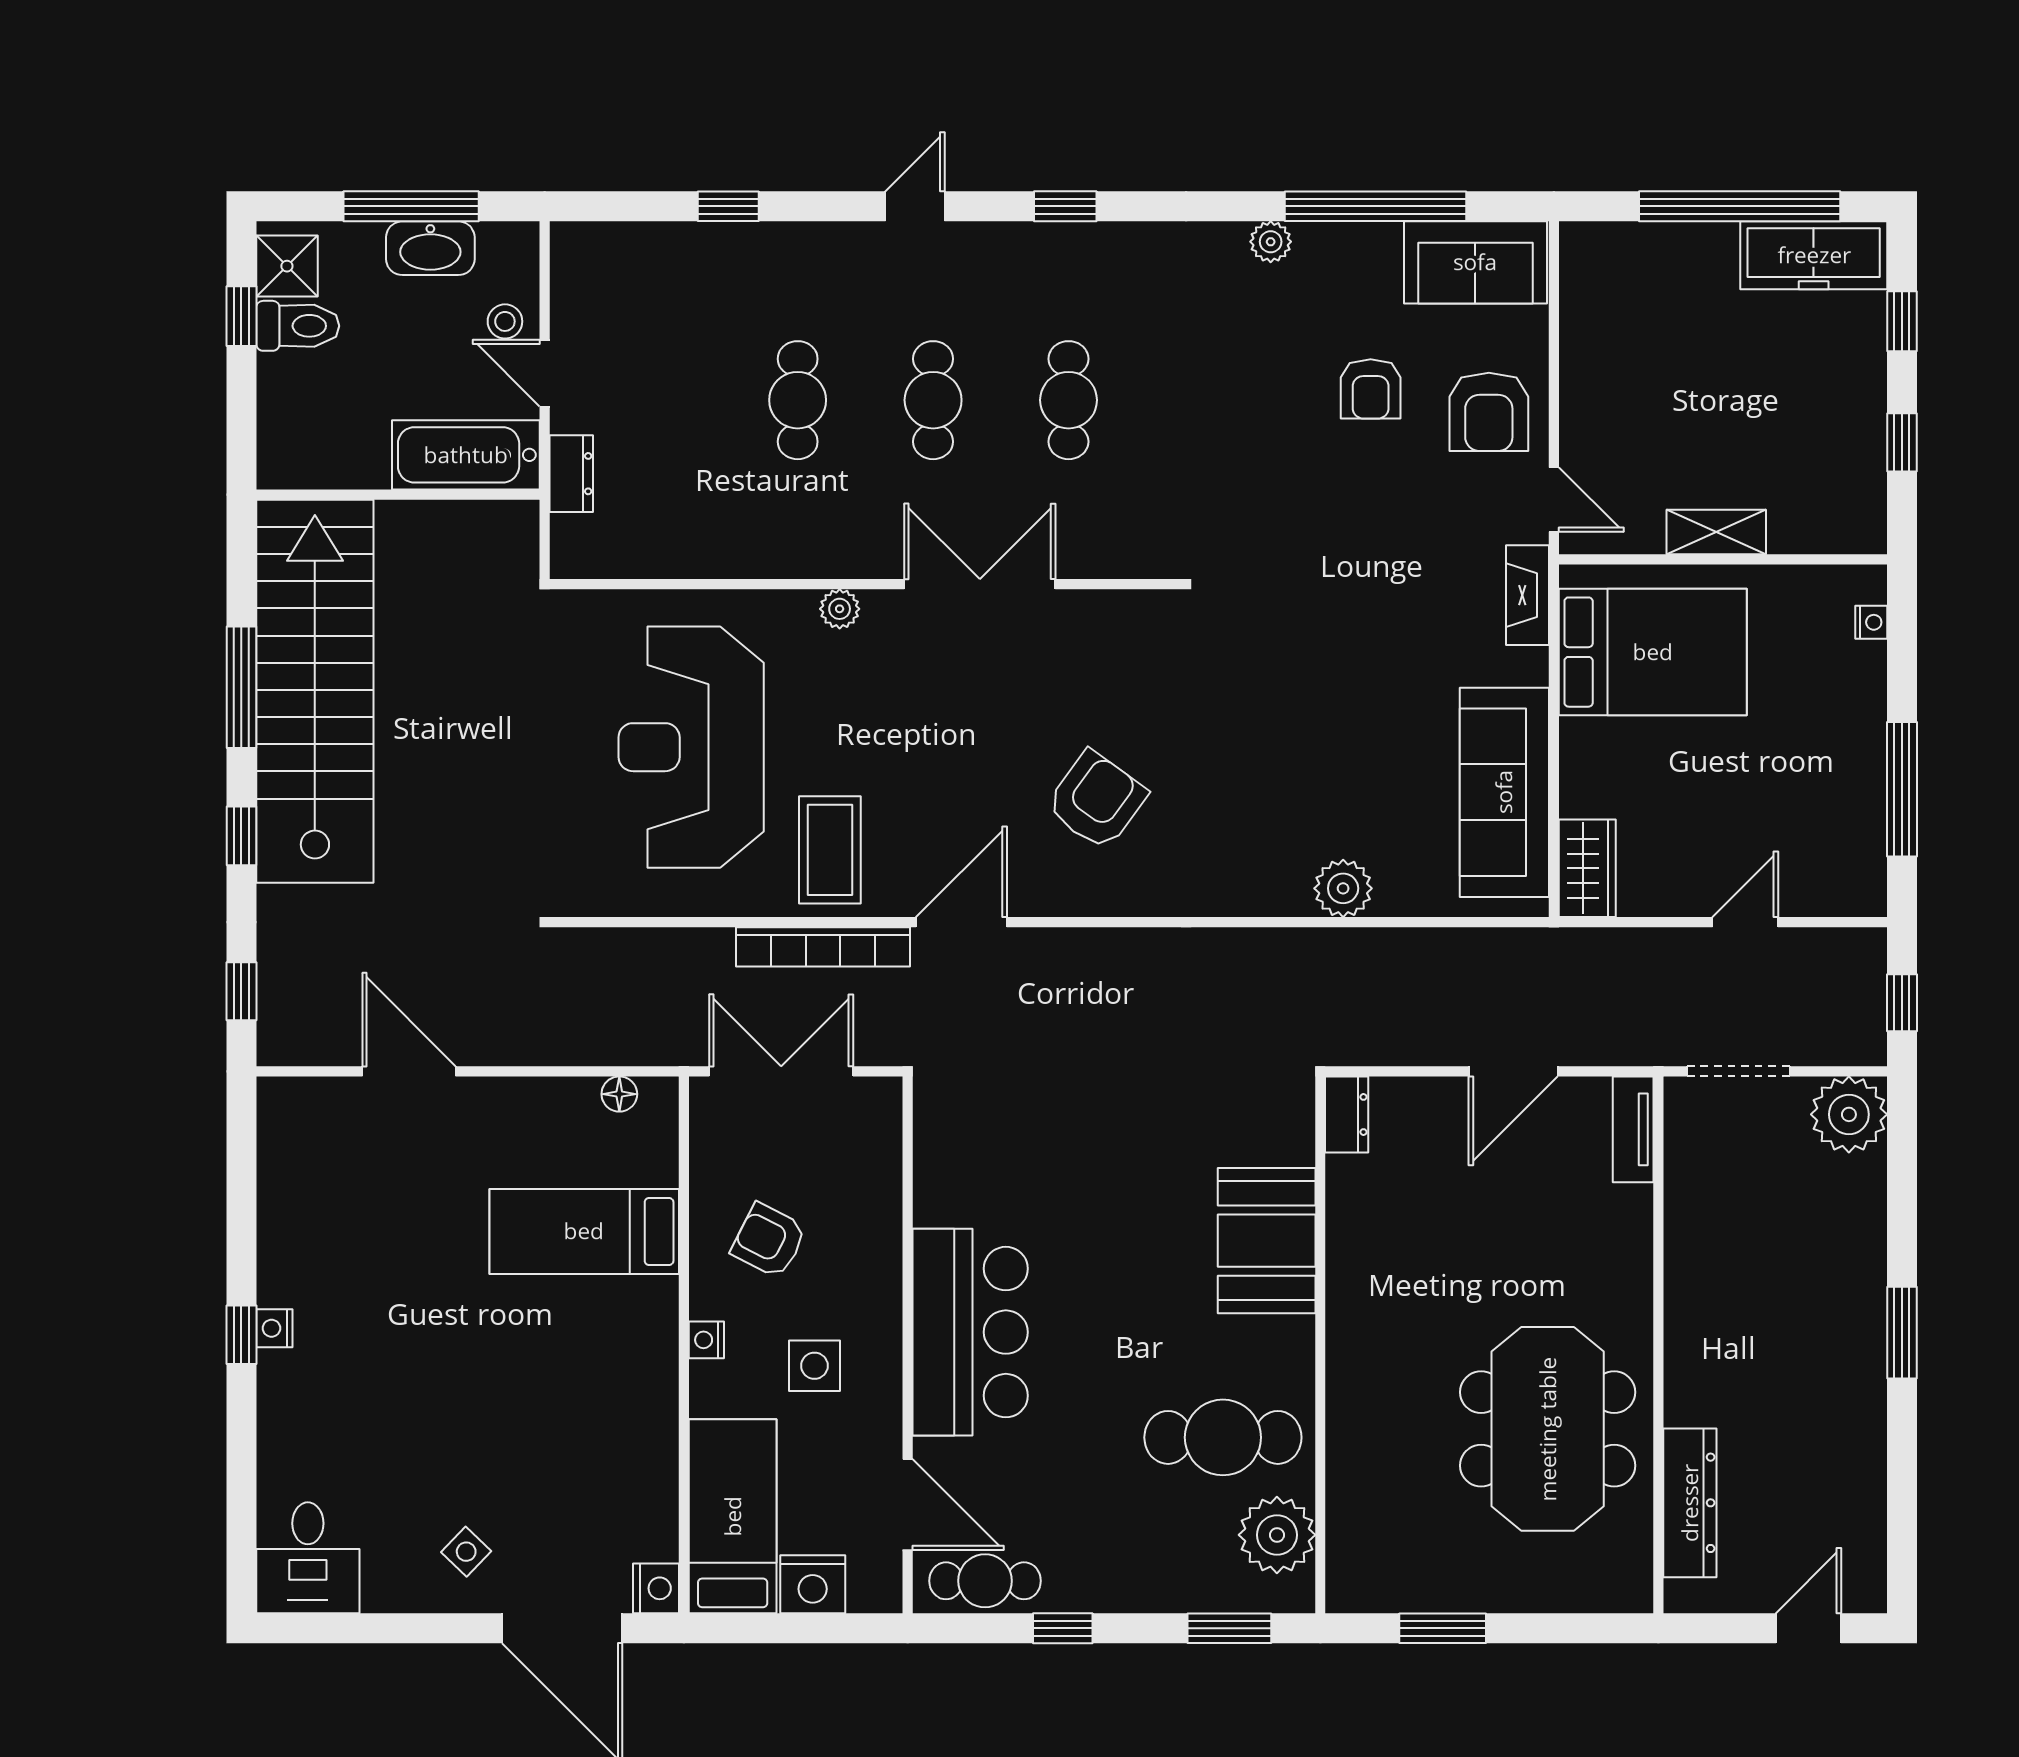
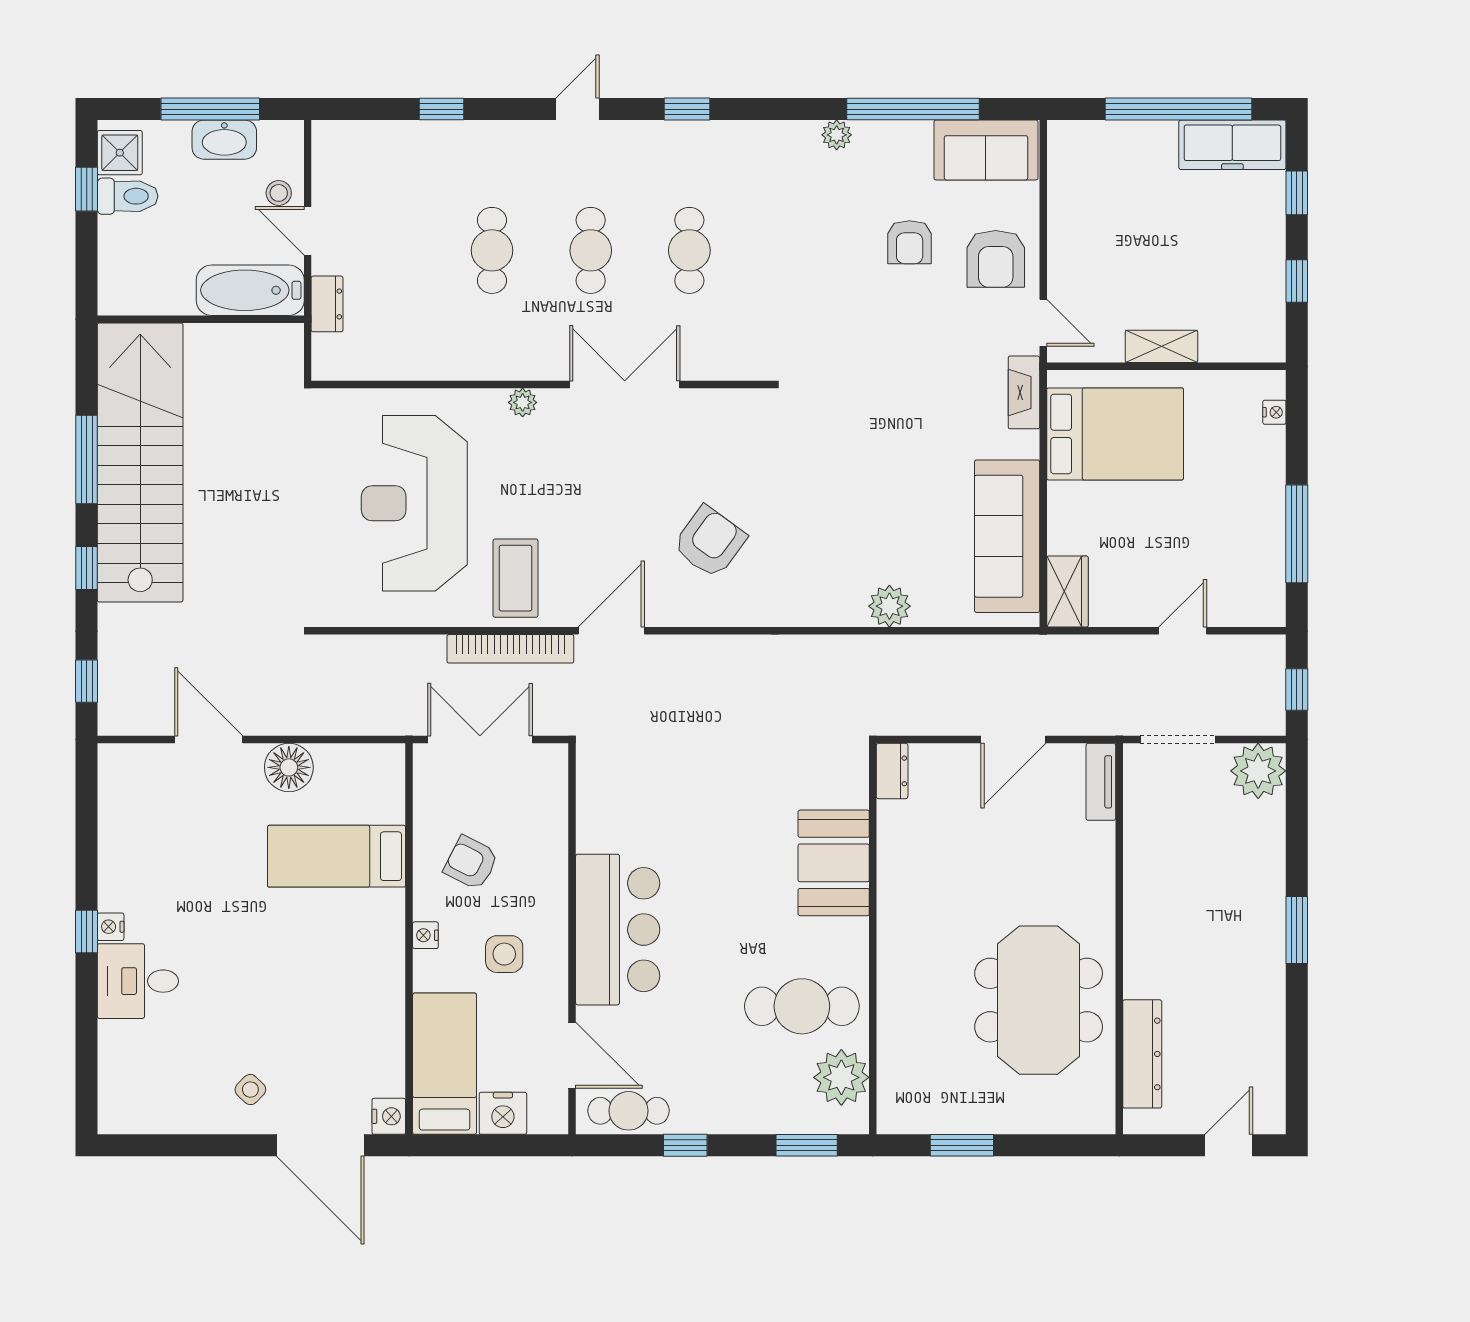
floor lamp: (619, 1094) -> (289, 767), moved, width x1.89, depth x1.89
desk: (308, 1558) -> (138, 981), moved, turned 90

